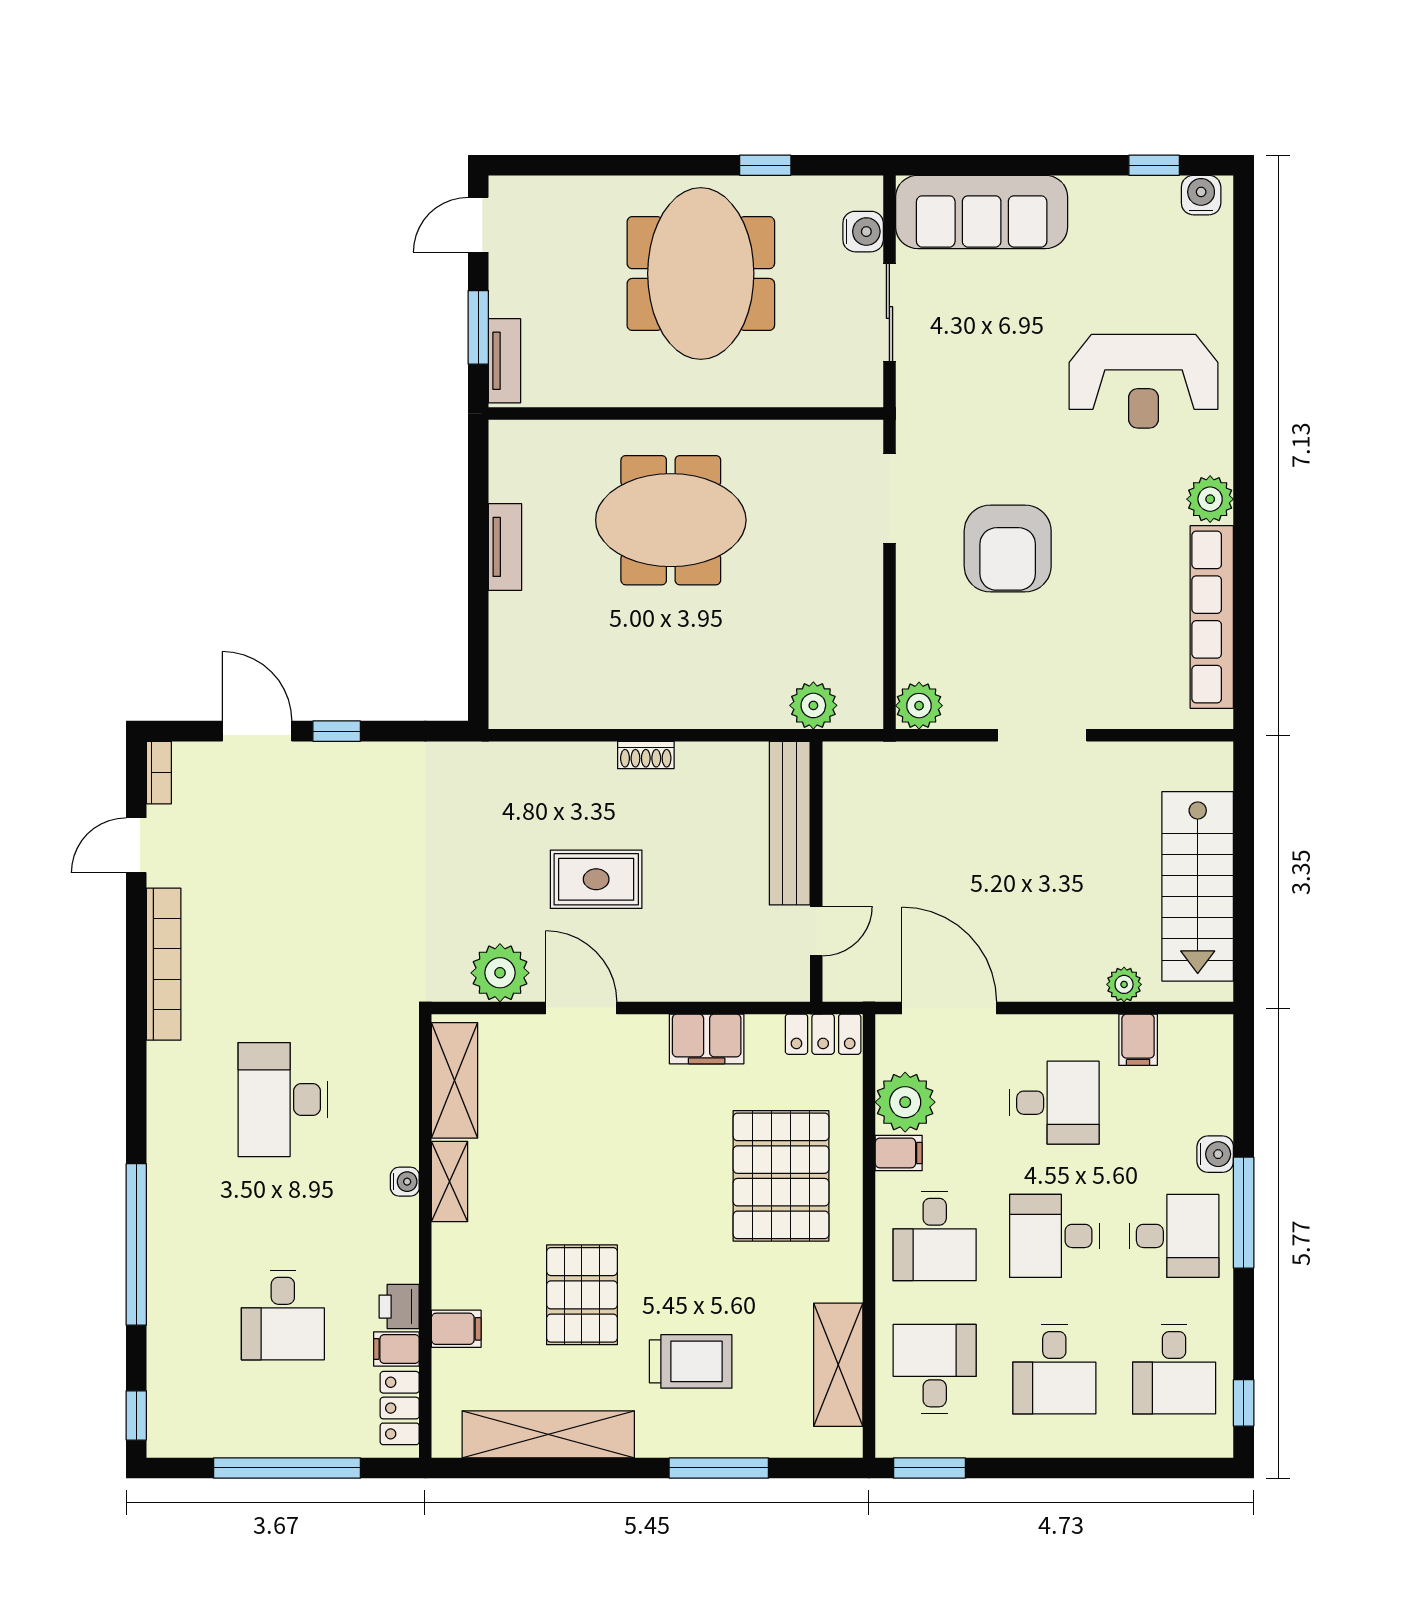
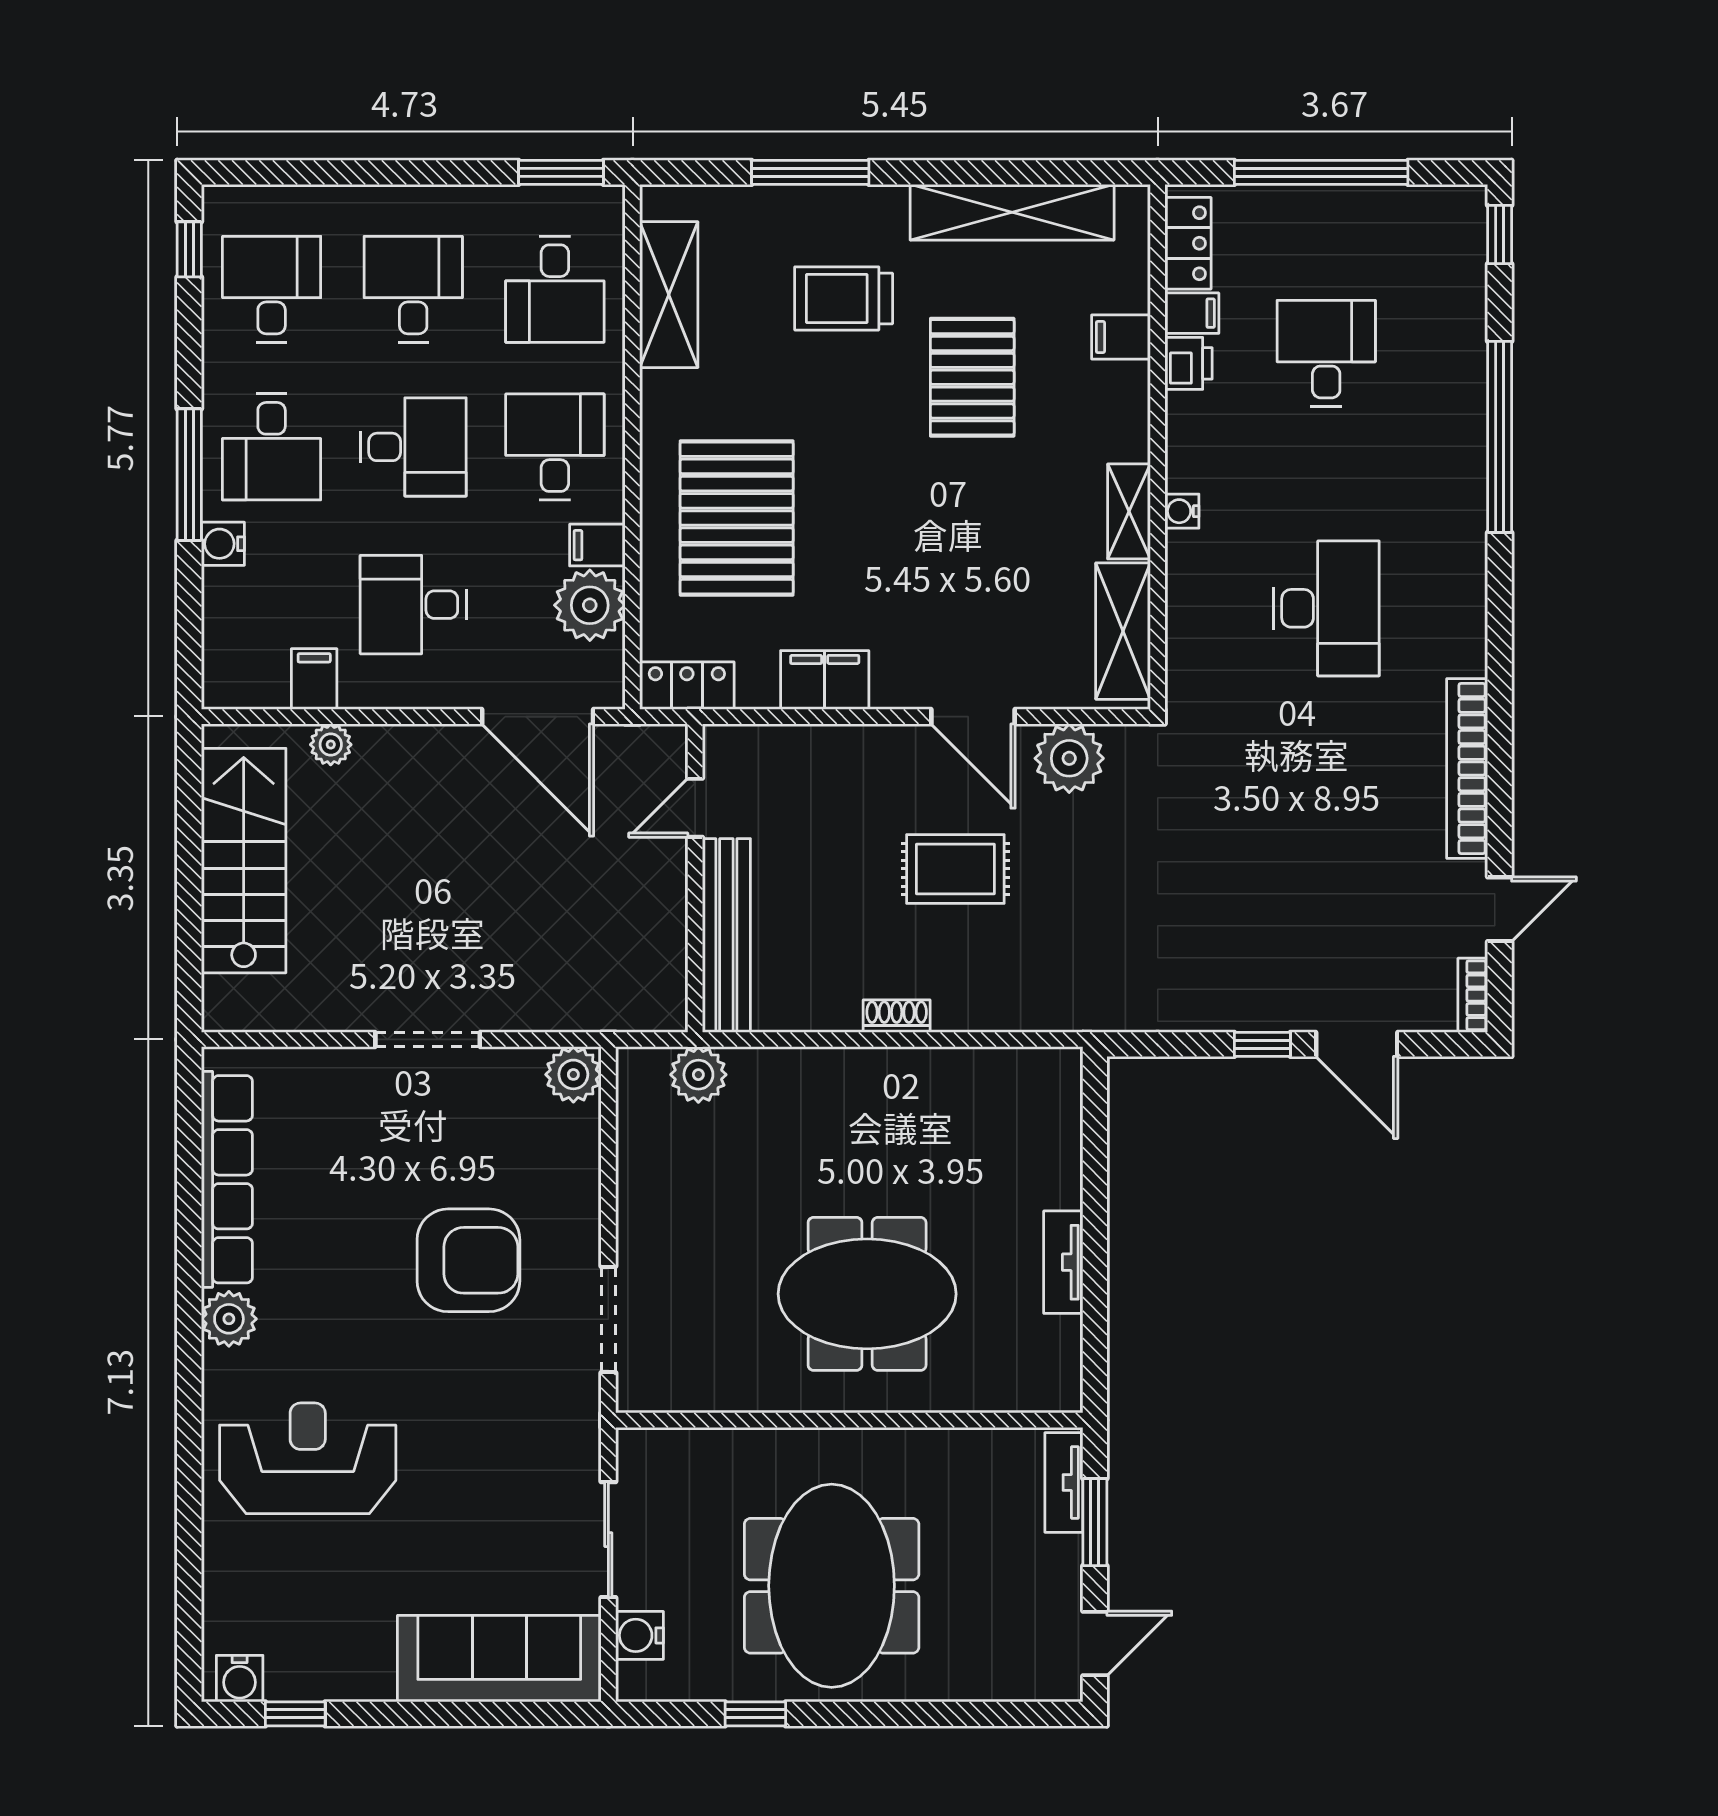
armchair: (1008, 549) -> (468, 1260), turned 90
desk: (1174, 1236) -> (272, 447), turned -90

